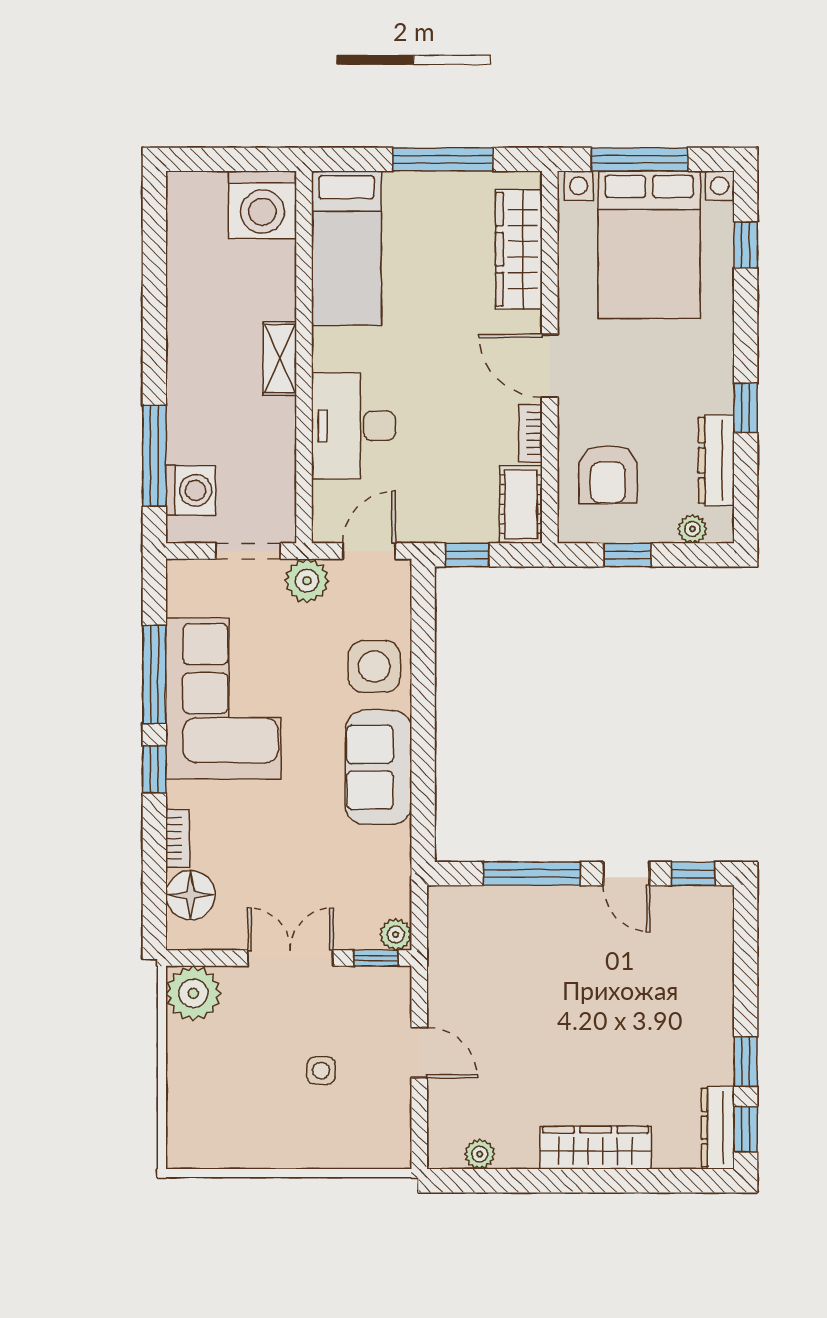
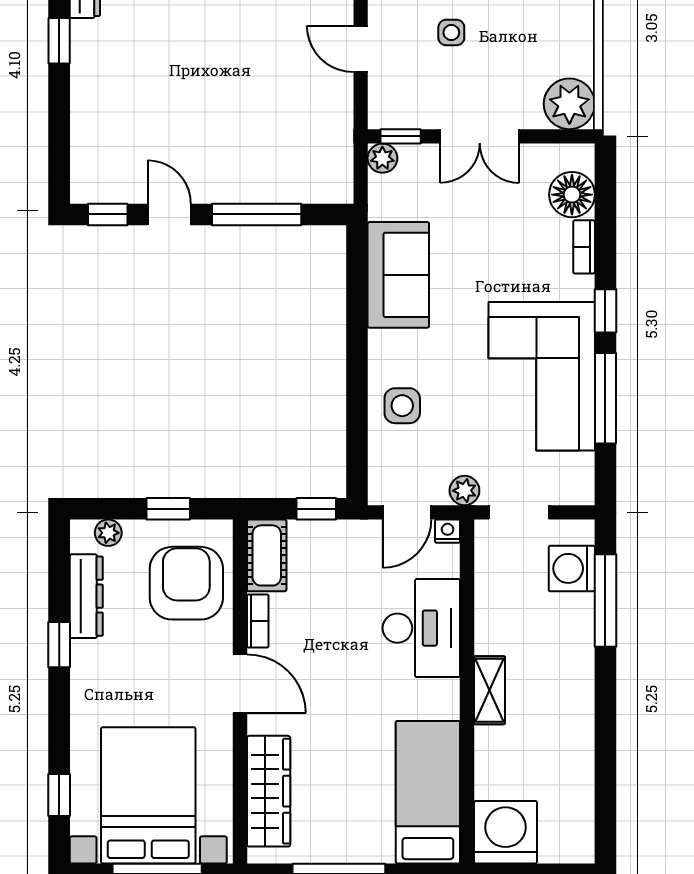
armchair: (608, 474) -> (186, 583), width x1.36, depth x1.36
nightstand: (325, 531) -> (448, 531), added
plant: (307, 581) -> (464, 491), width x0.73, depth x0.73
side table: (374, 667) -> (402, 406), width x0.73, depth x0.73
sofa: (378, 767) -> (398, 275), moved

